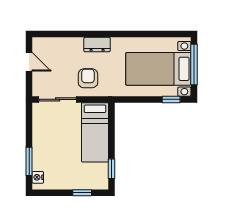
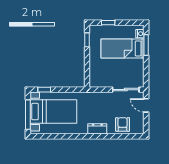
door: (29, 62) -> (146, 105), moved
armchair: (88, 78) -> (123, 124), moved, turned 180
bed: (95, 132) -> (123, 48), moved, turned -90

